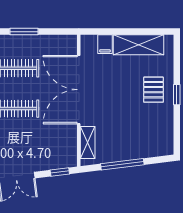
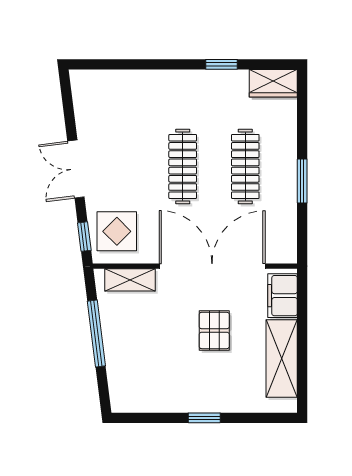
filing cabinet: (105, 44) -> (283, 296), width x2.00
pallet: (154, 90) -> (214, 330), moved, turned 90
display table: (56, 151) -> (117, 231), added

